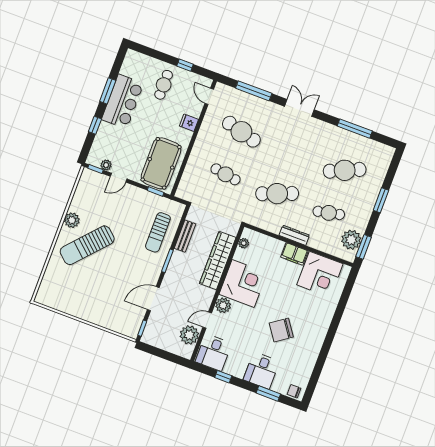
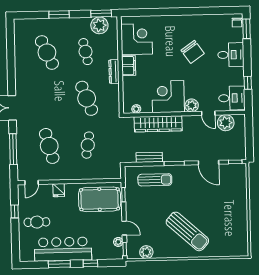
bar counter: (123, 101) -> (63, 249), width x1.36
window: (355, 129) -> (11, 58), removed
cafe table: (241, 132) -> (49, 146), turned -30
plant: (72, 220) -> (146, 252), moved
window: (268, 393) -> (246, 29), moved

